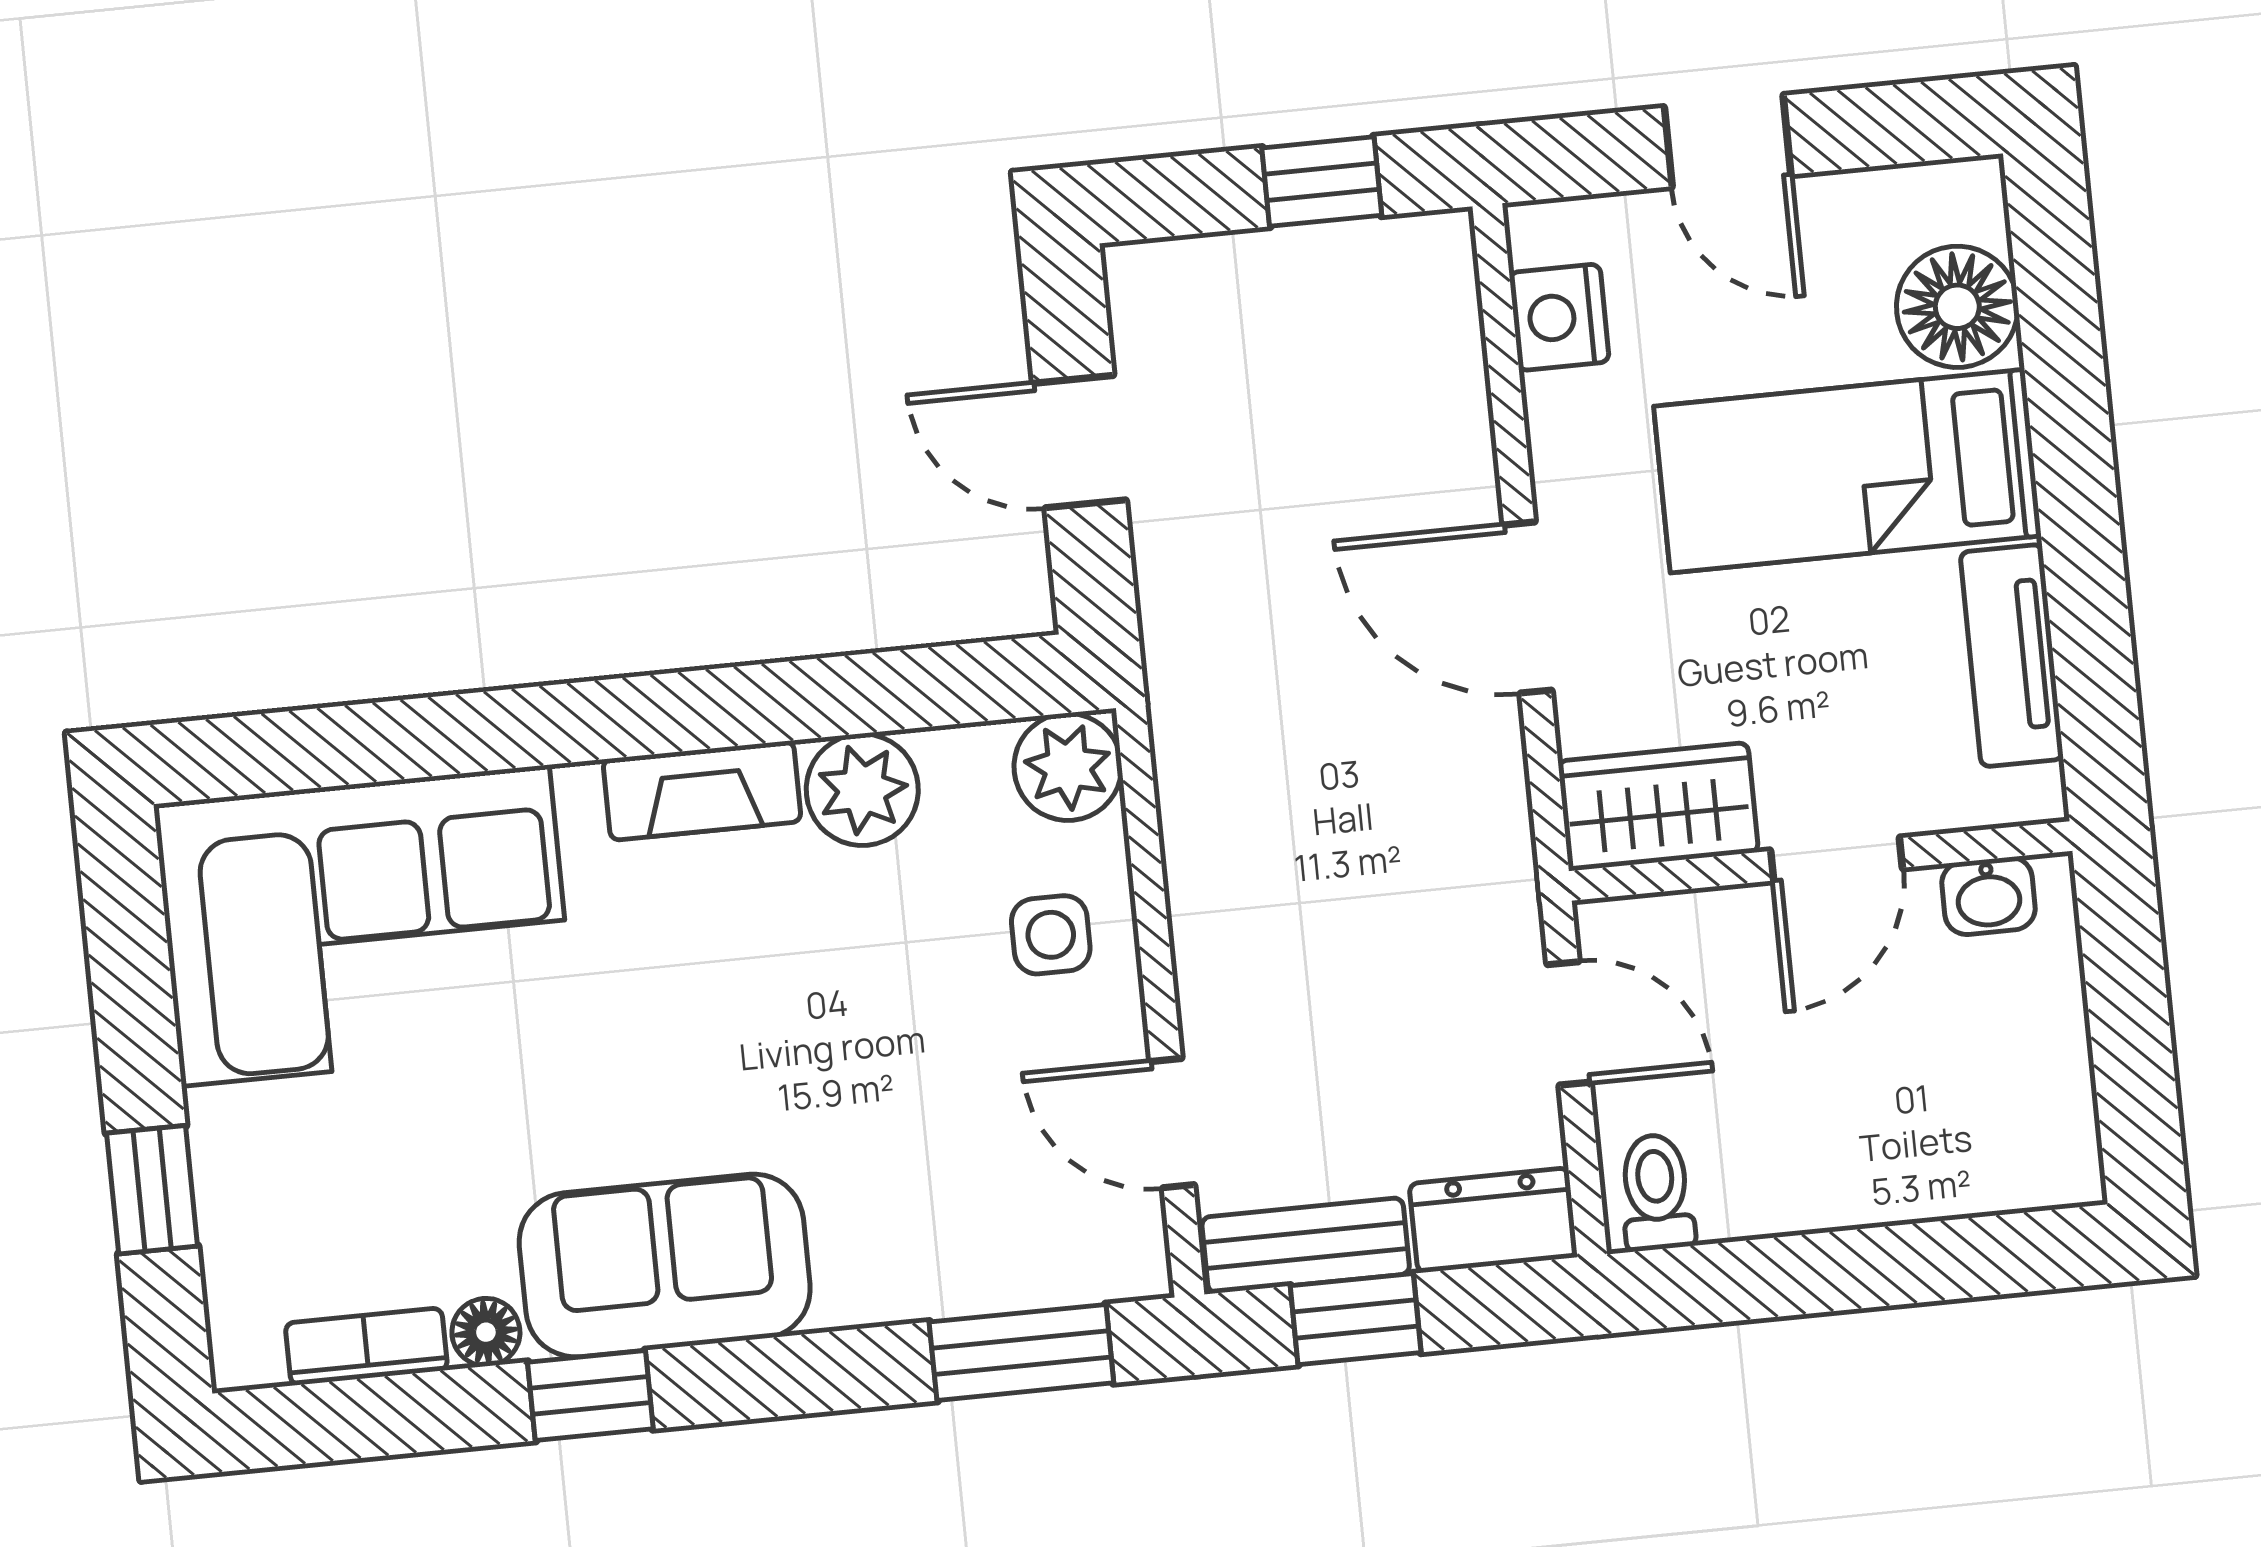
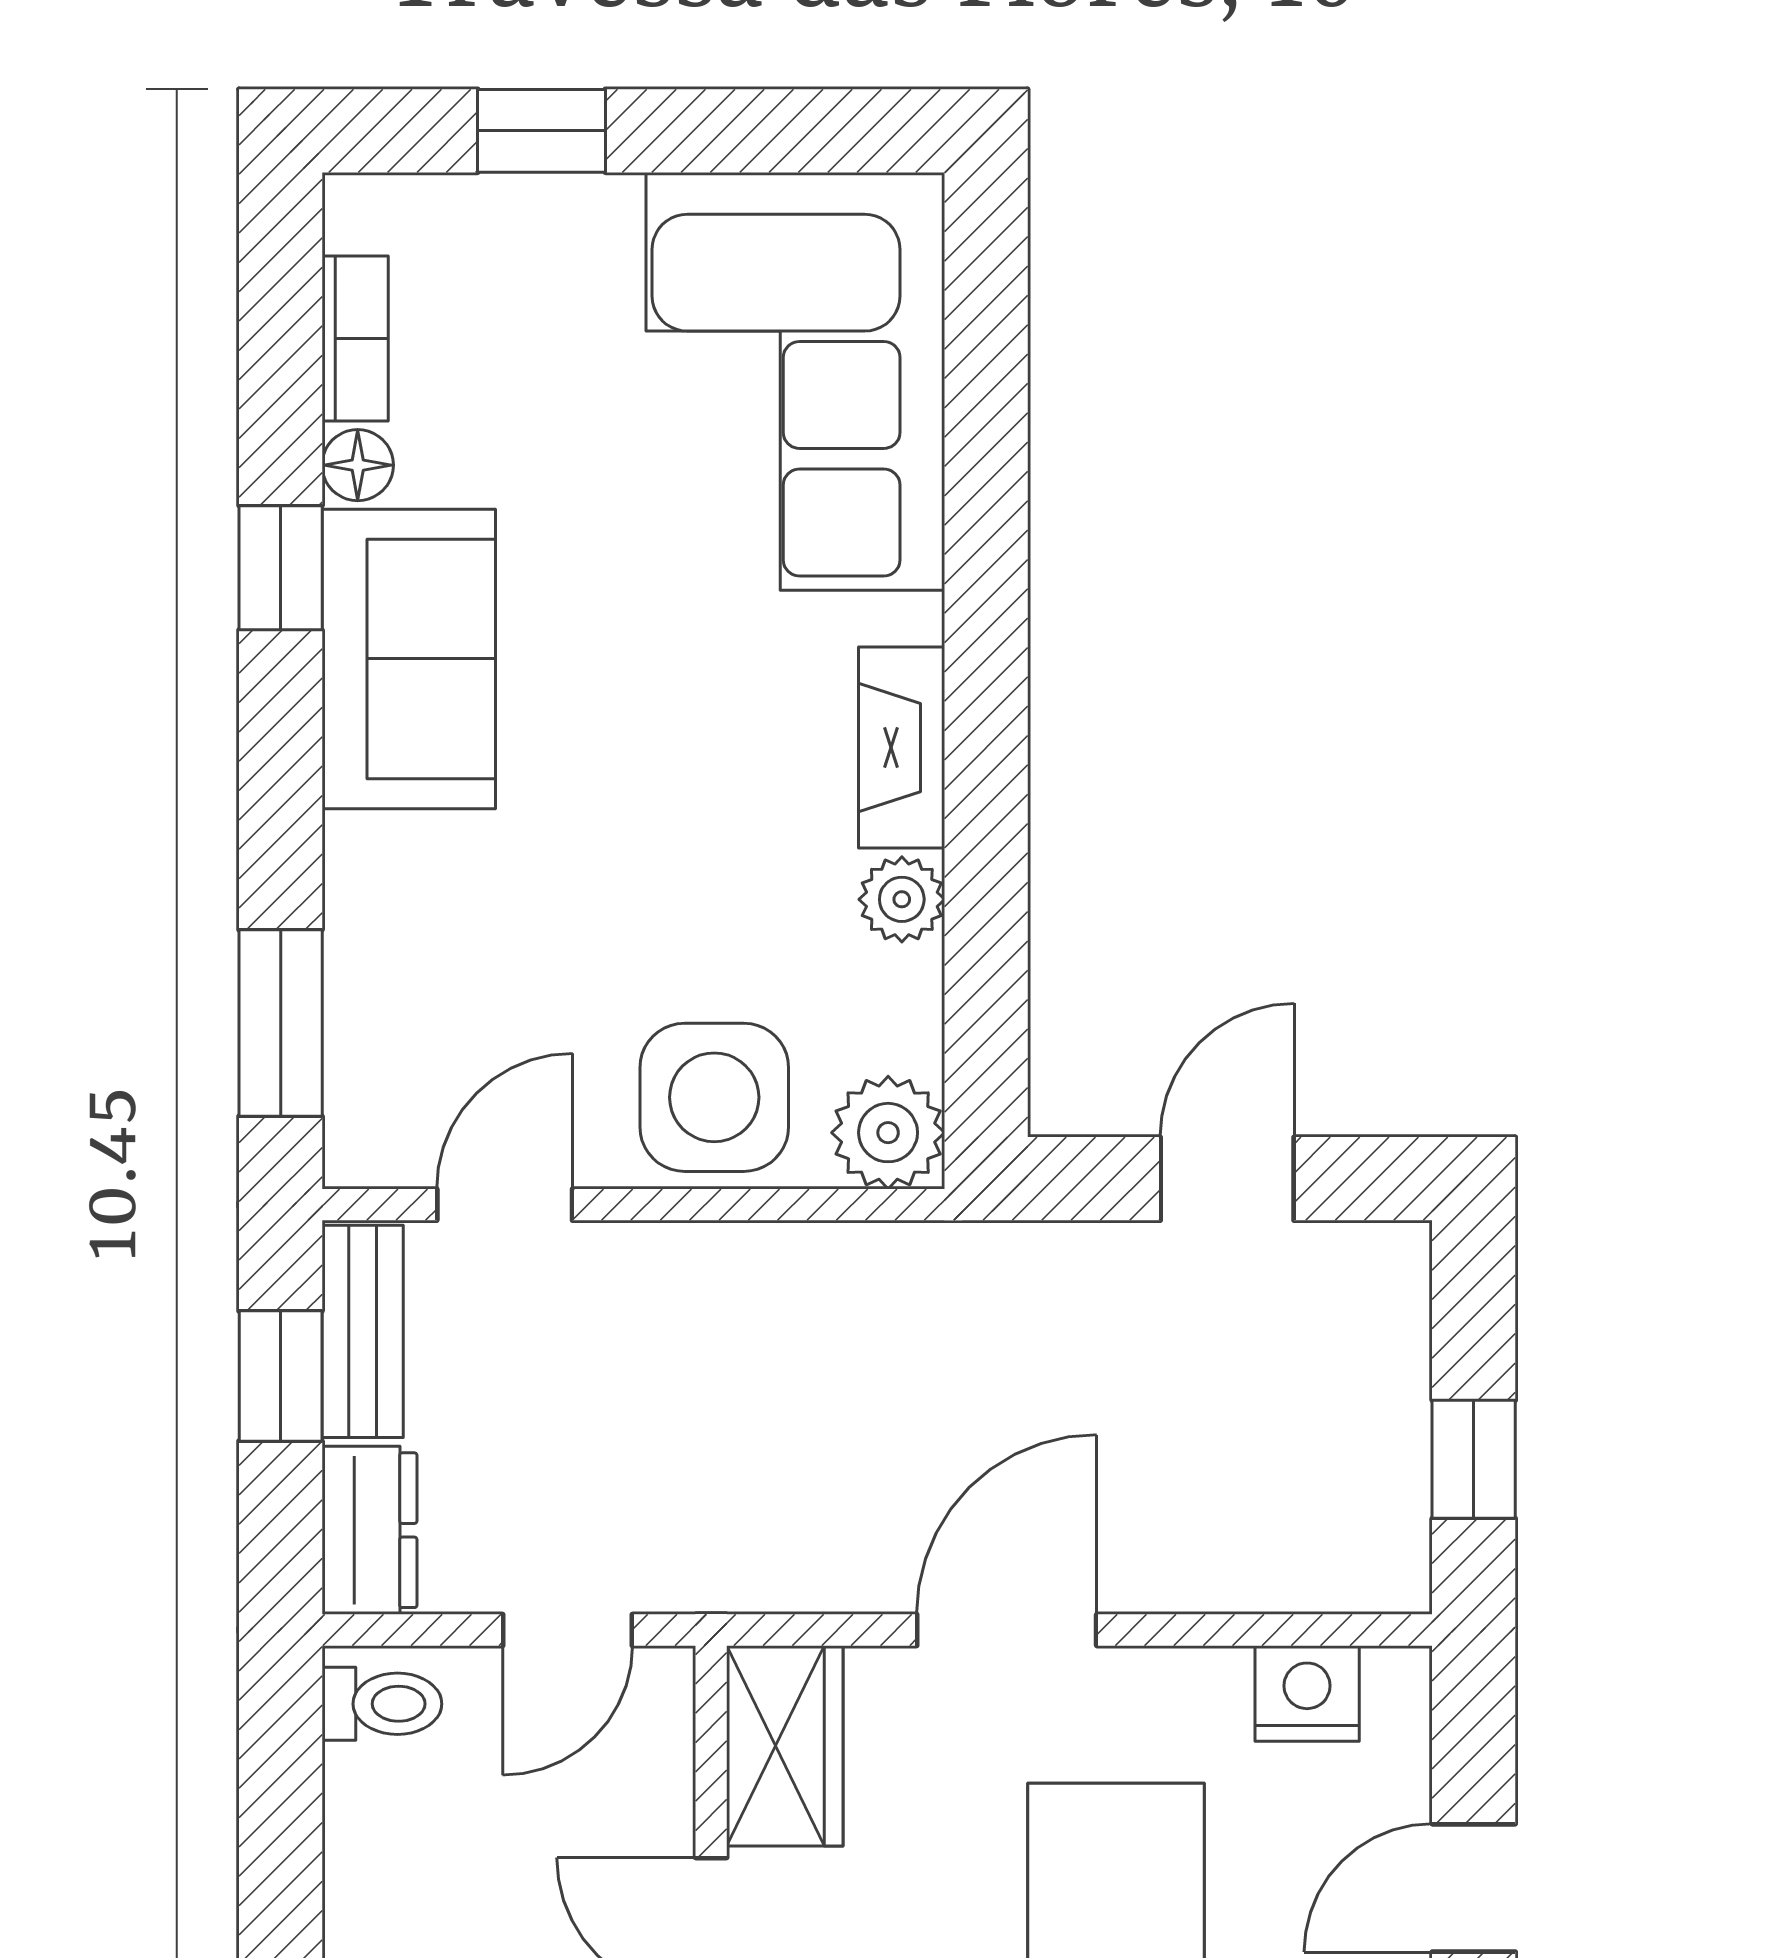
plant: (862, 790) -> (902, 899), width x0.73, depth x0.73
side table: (1051, 935) -> (714, 1097), width x1.87, depth x1.87

